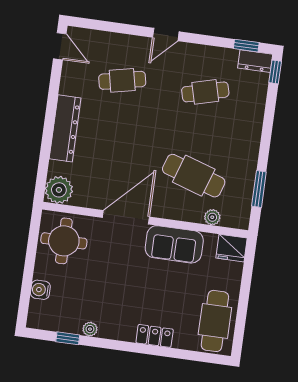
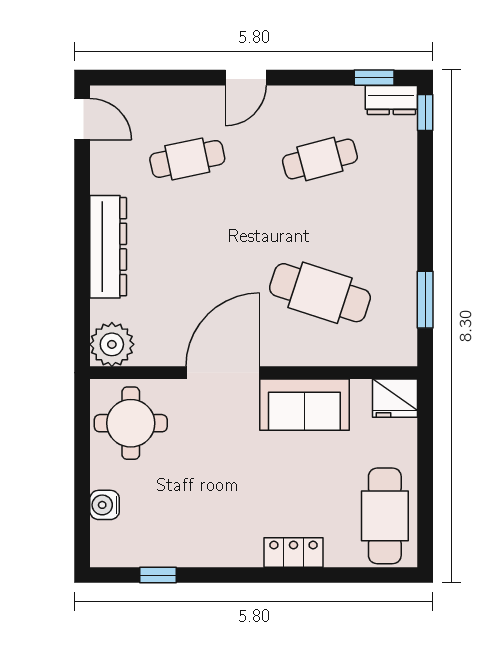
plant: (212, 217) -> (358, 354), removed
plant: (90, 329) -> (191, 556), removed

